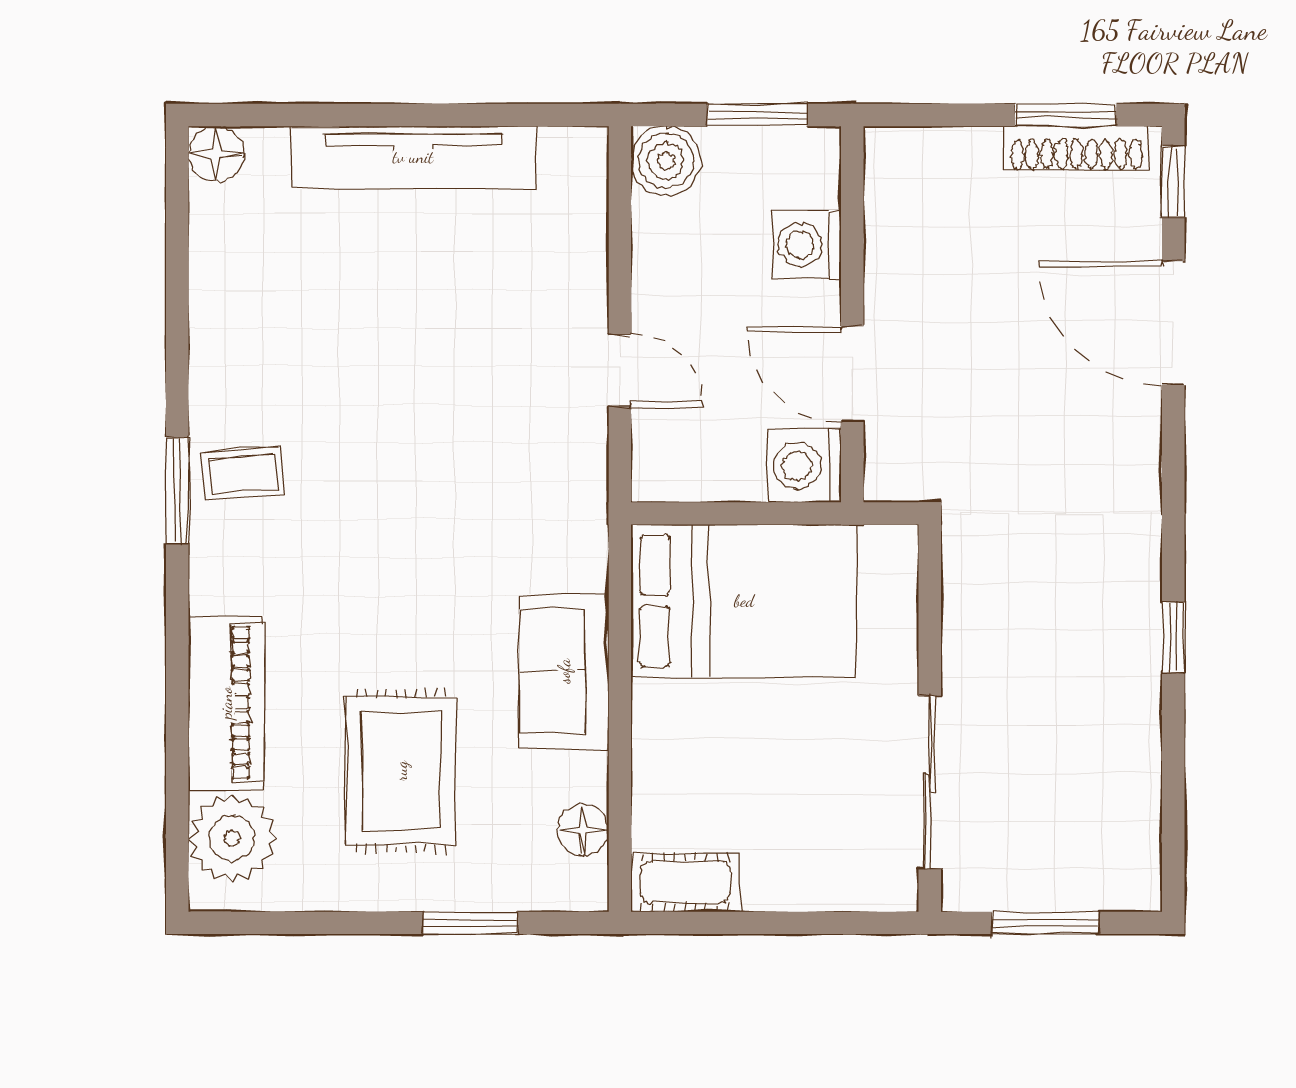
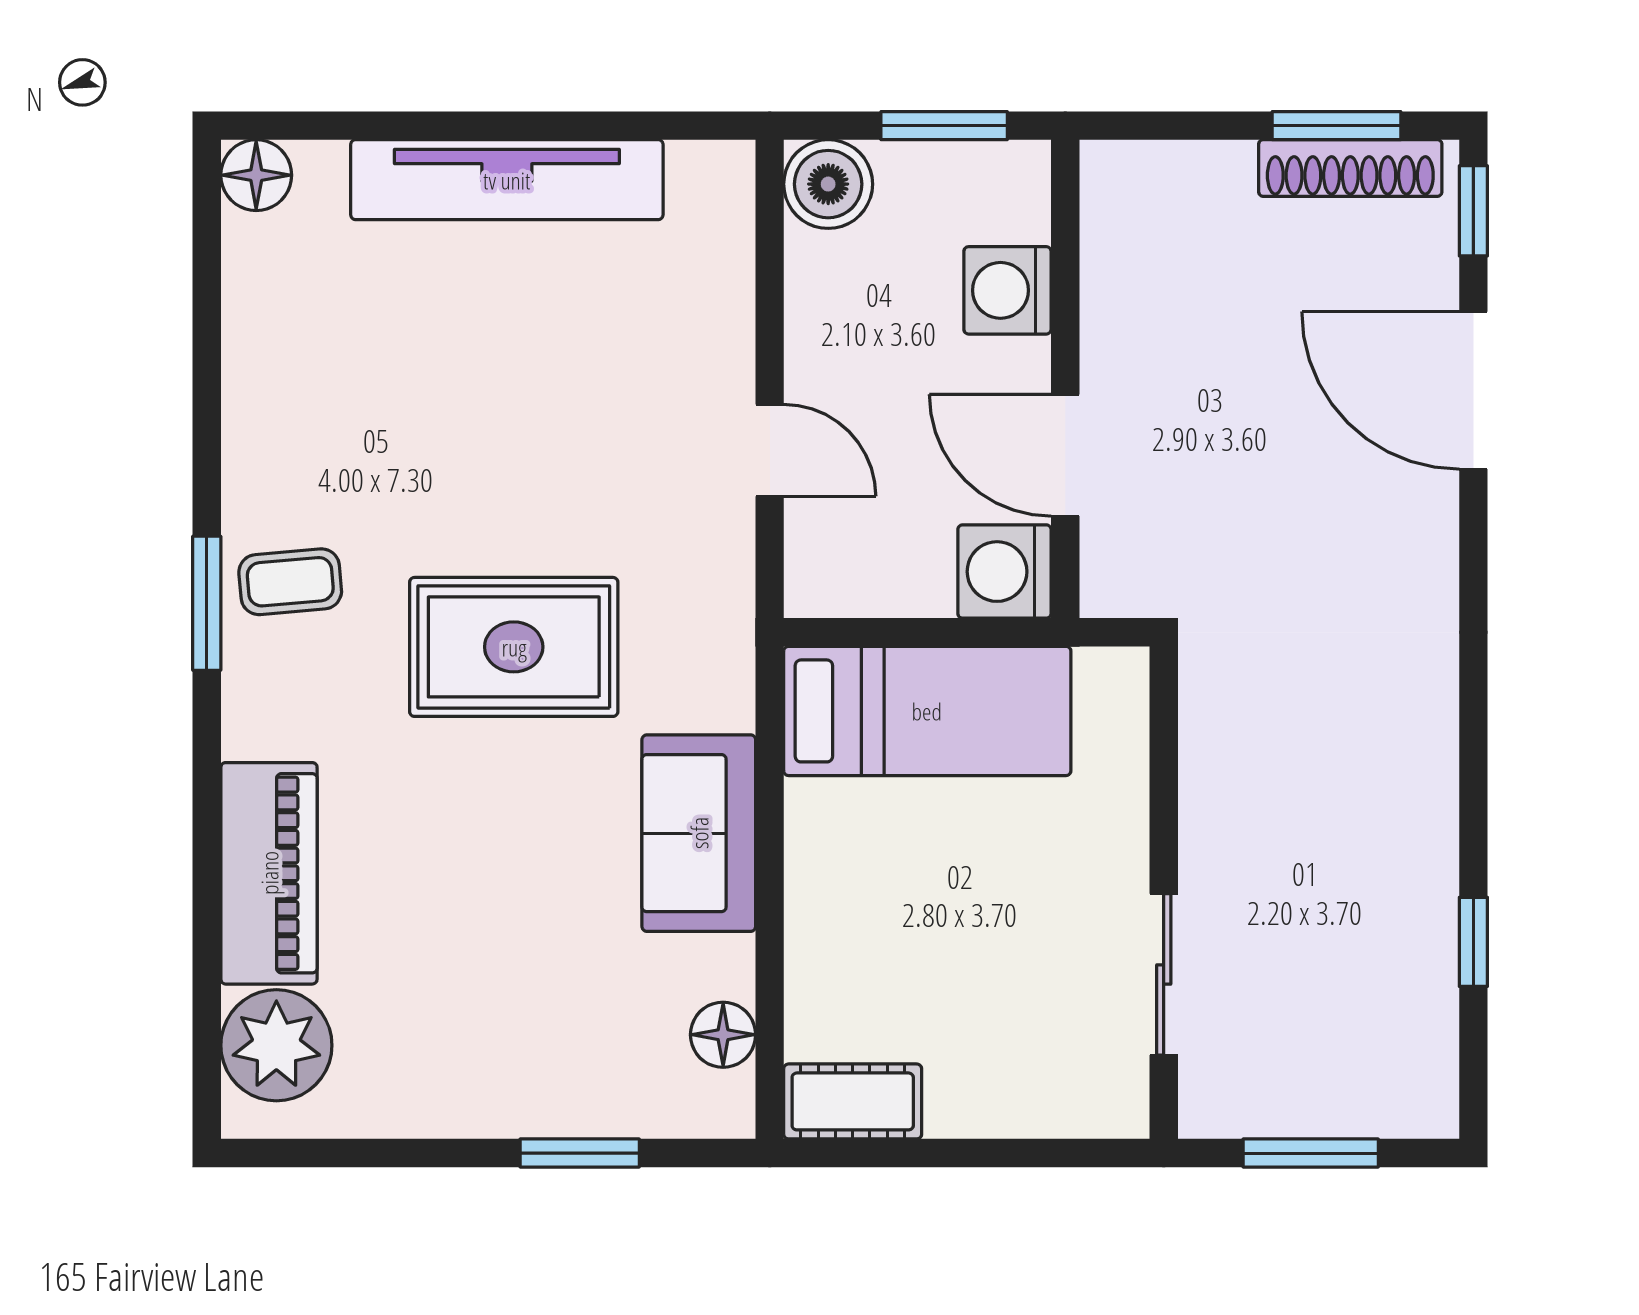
bed: (744, 601) -> (927, 711), width x0.67
window: (1173, 637) -> (1473, 942), moved
rug: (401, 771) -> (514, 647), moved, turned 90
sliding door: (930, 782) -> (1164, 974), width x0.73

